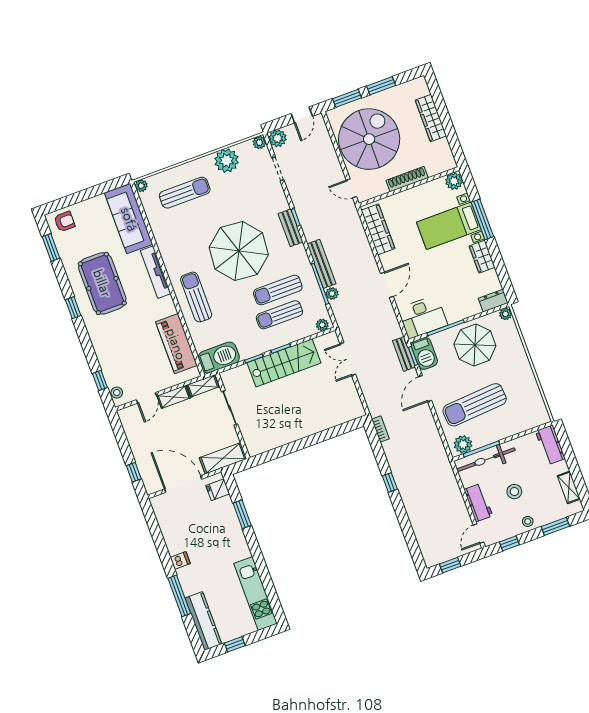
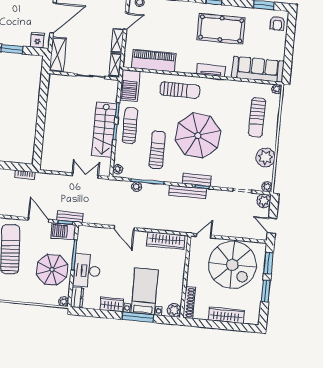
shoe rack: (407, 179) -> (189, 303), moved
bench: (322, 264) -> (188, 192), moved
tv unit: (156, 272) -> (211, 70), width x0.71
sun lounger: (279, 315) -> (130, 126), moved
desk: (423, 317) -> (87, 271), moved
door: (147, 398) -> (126, 21), swing flipped

